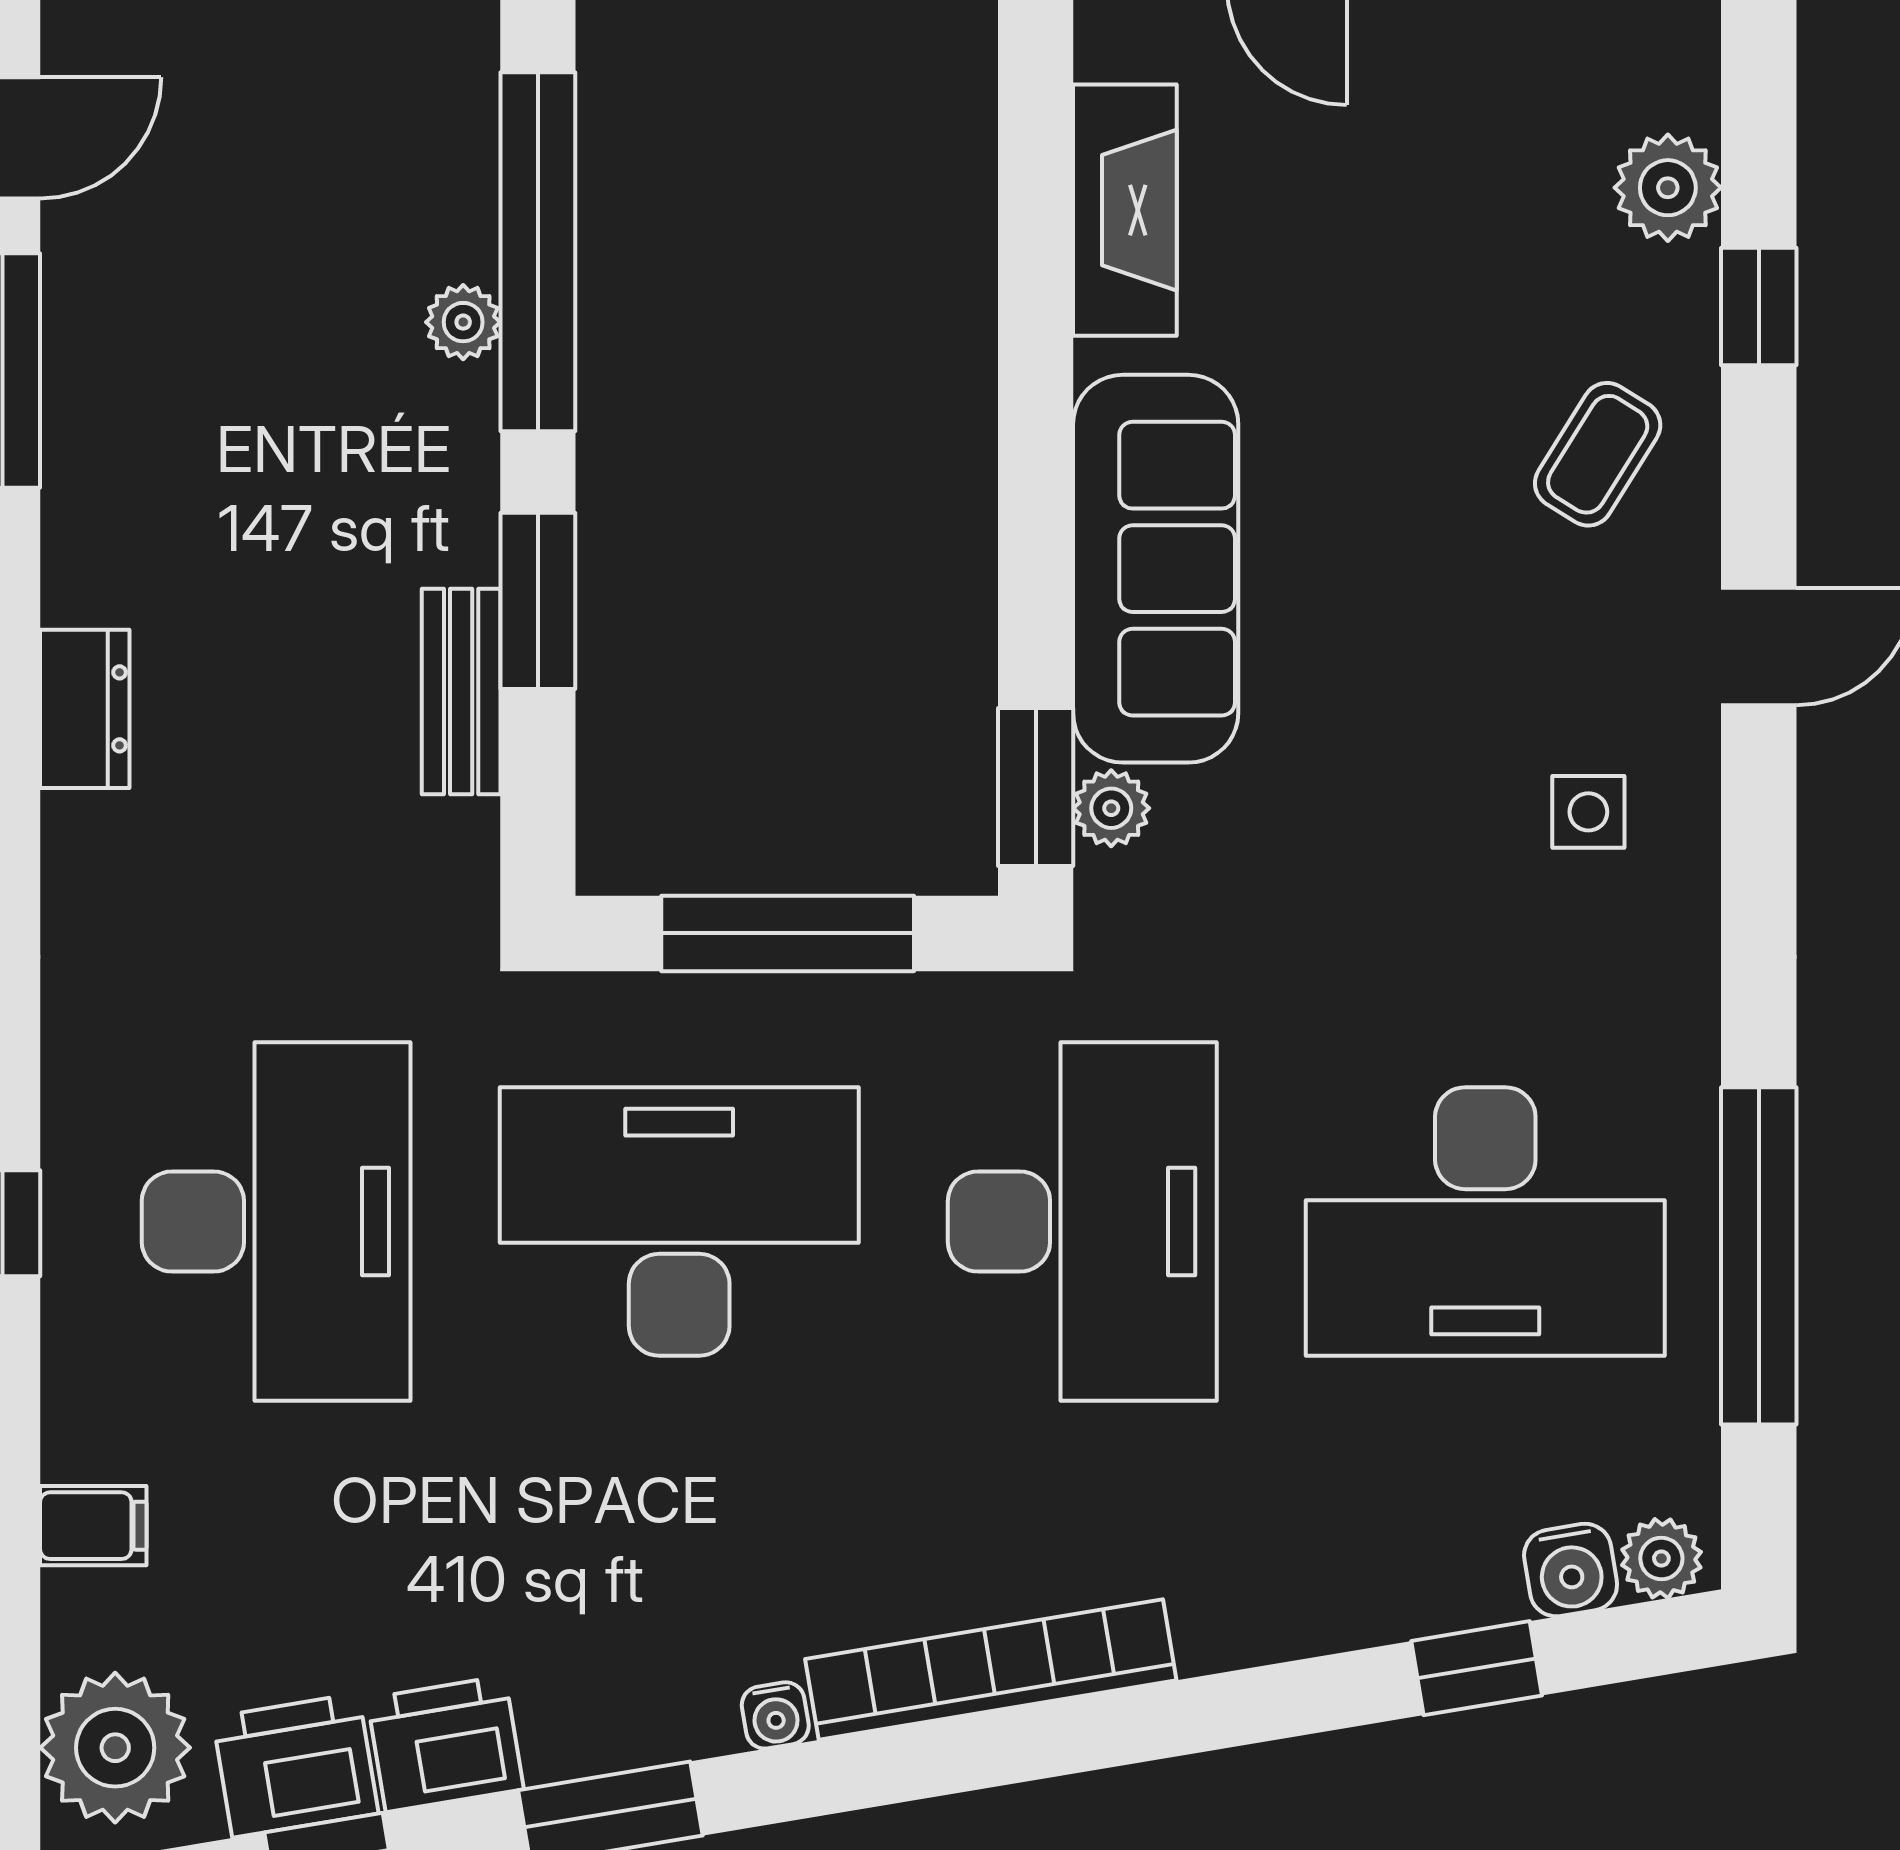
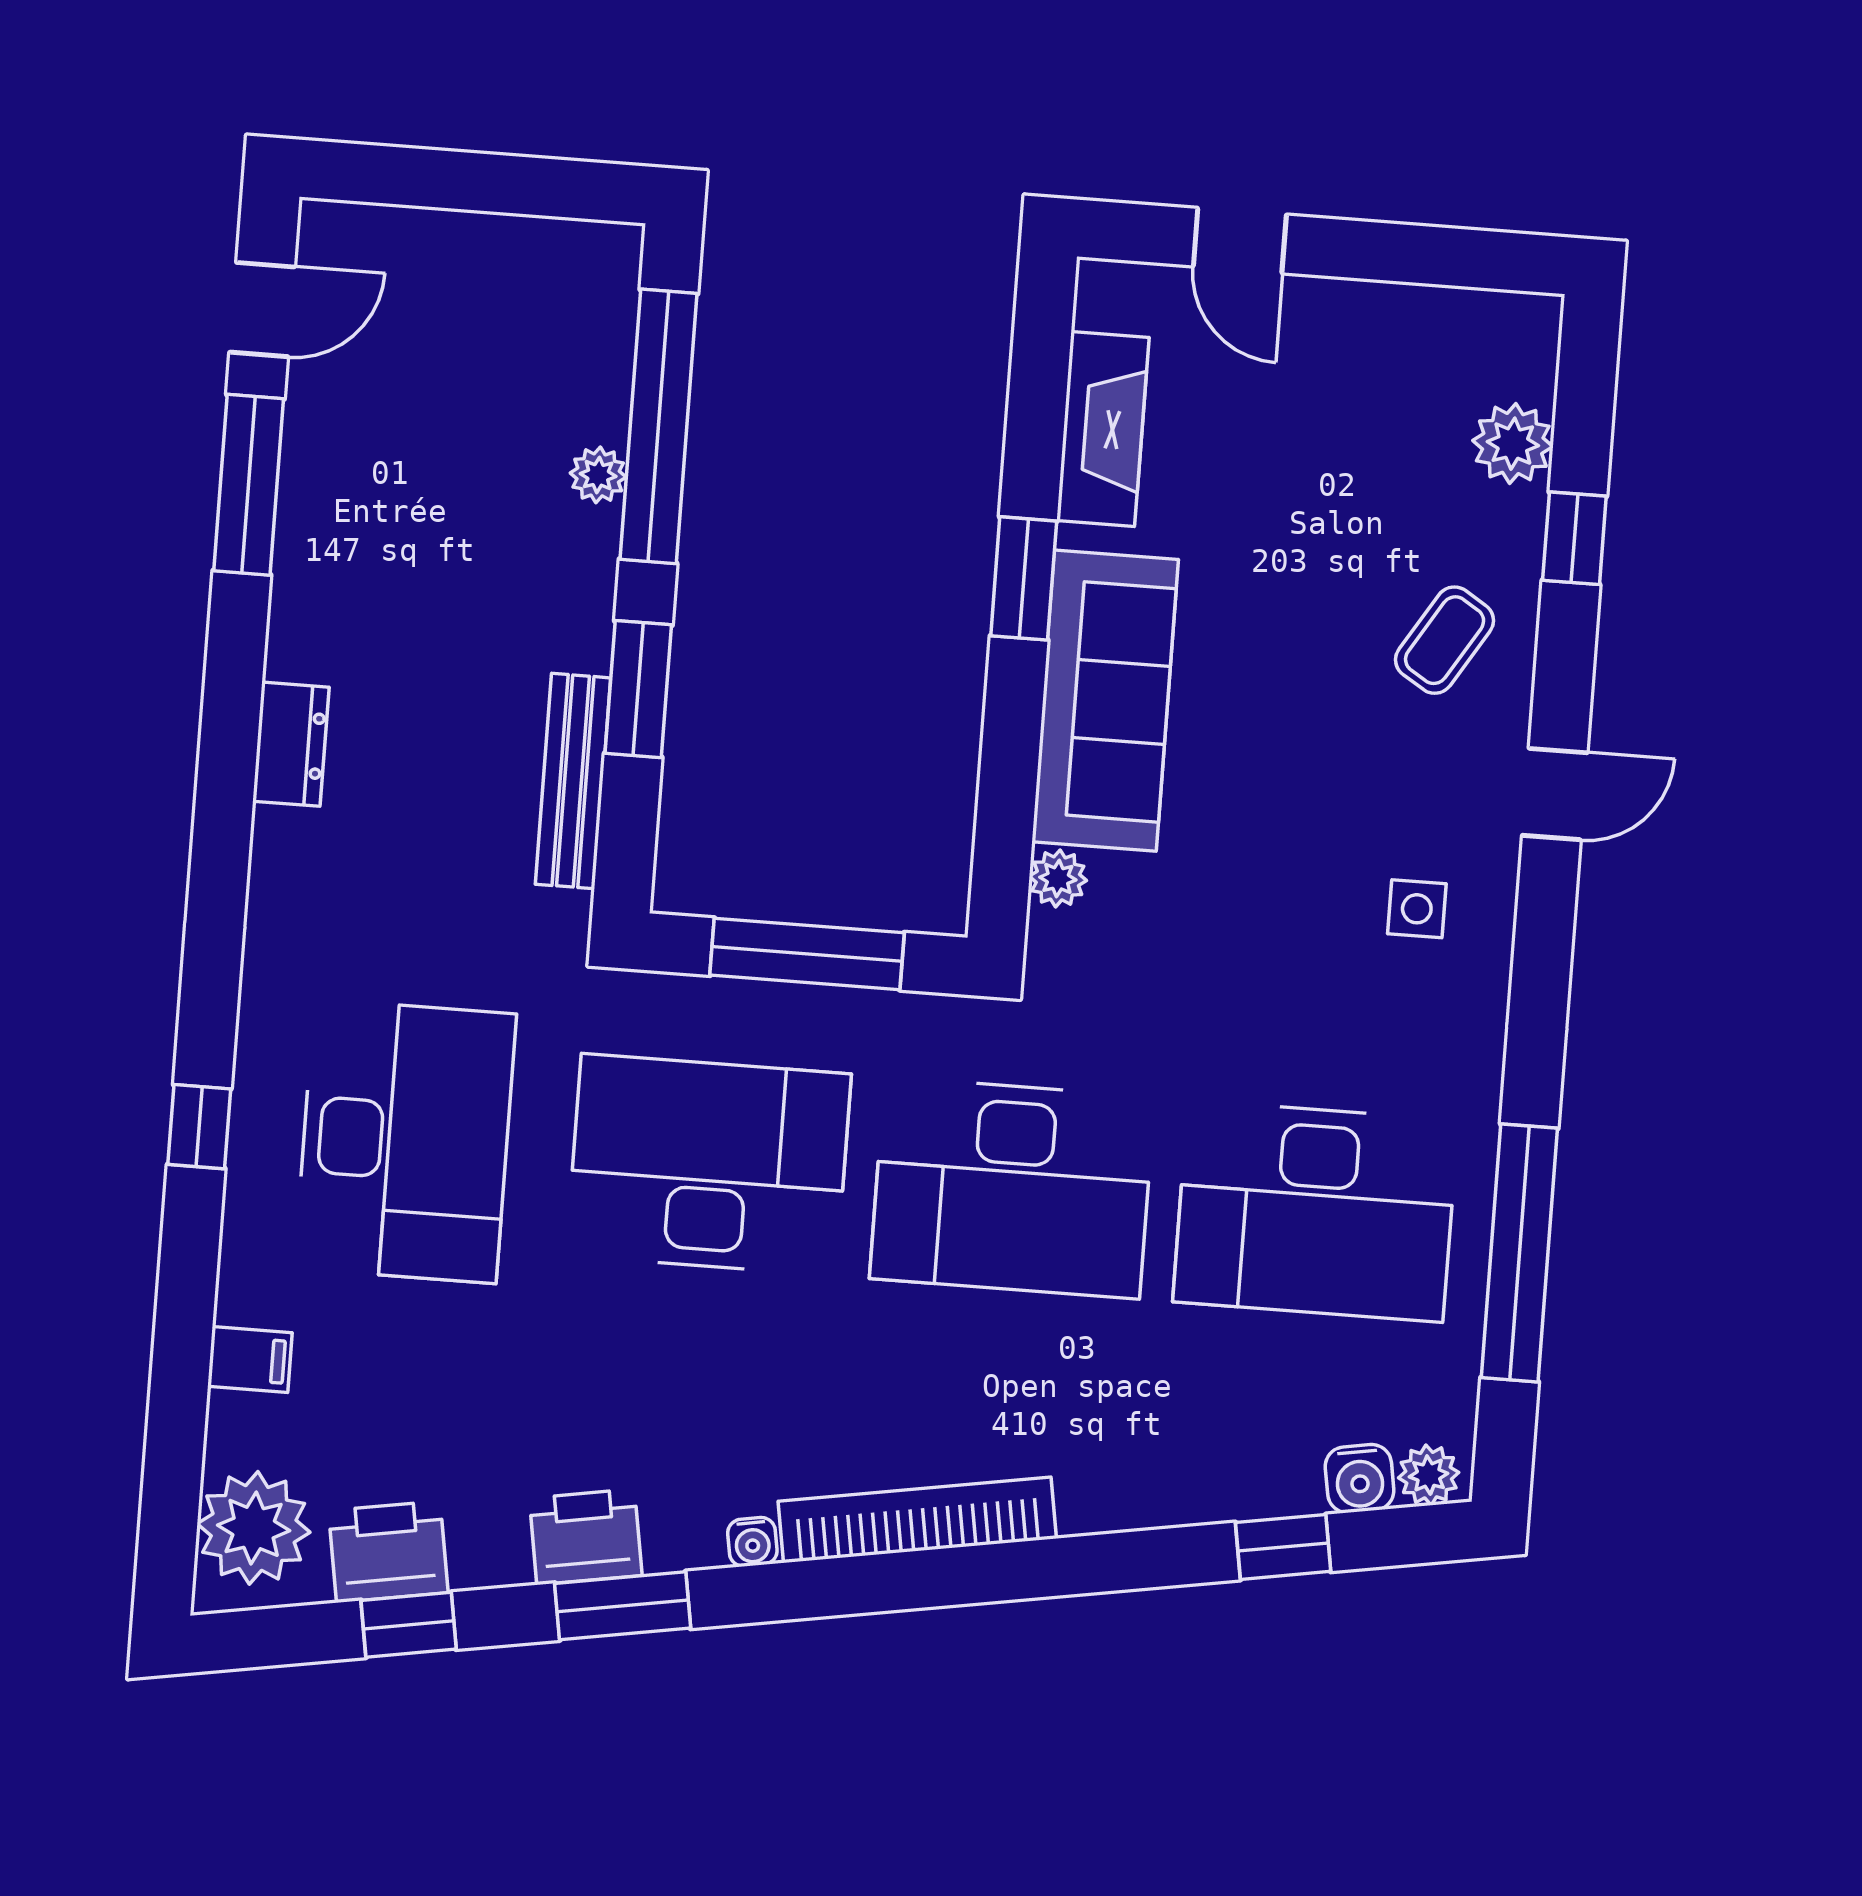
bench: (461, 691) -> (573, 781), width x1.36
window: (1036, 787) -> (1024, 578), moved
desk: (1082, 1222) -> (1012, 1188), turned 90
printer: (445, 1744) -> (586, 1537), moved

